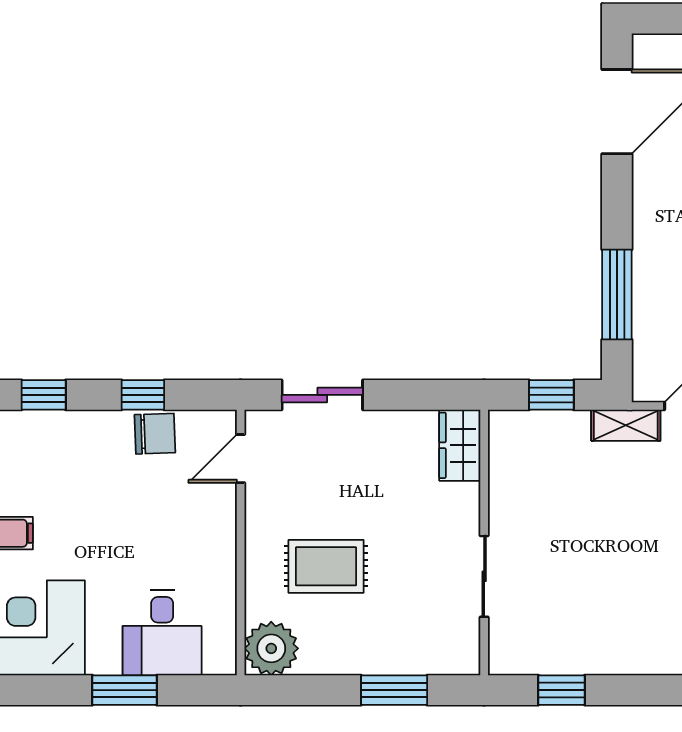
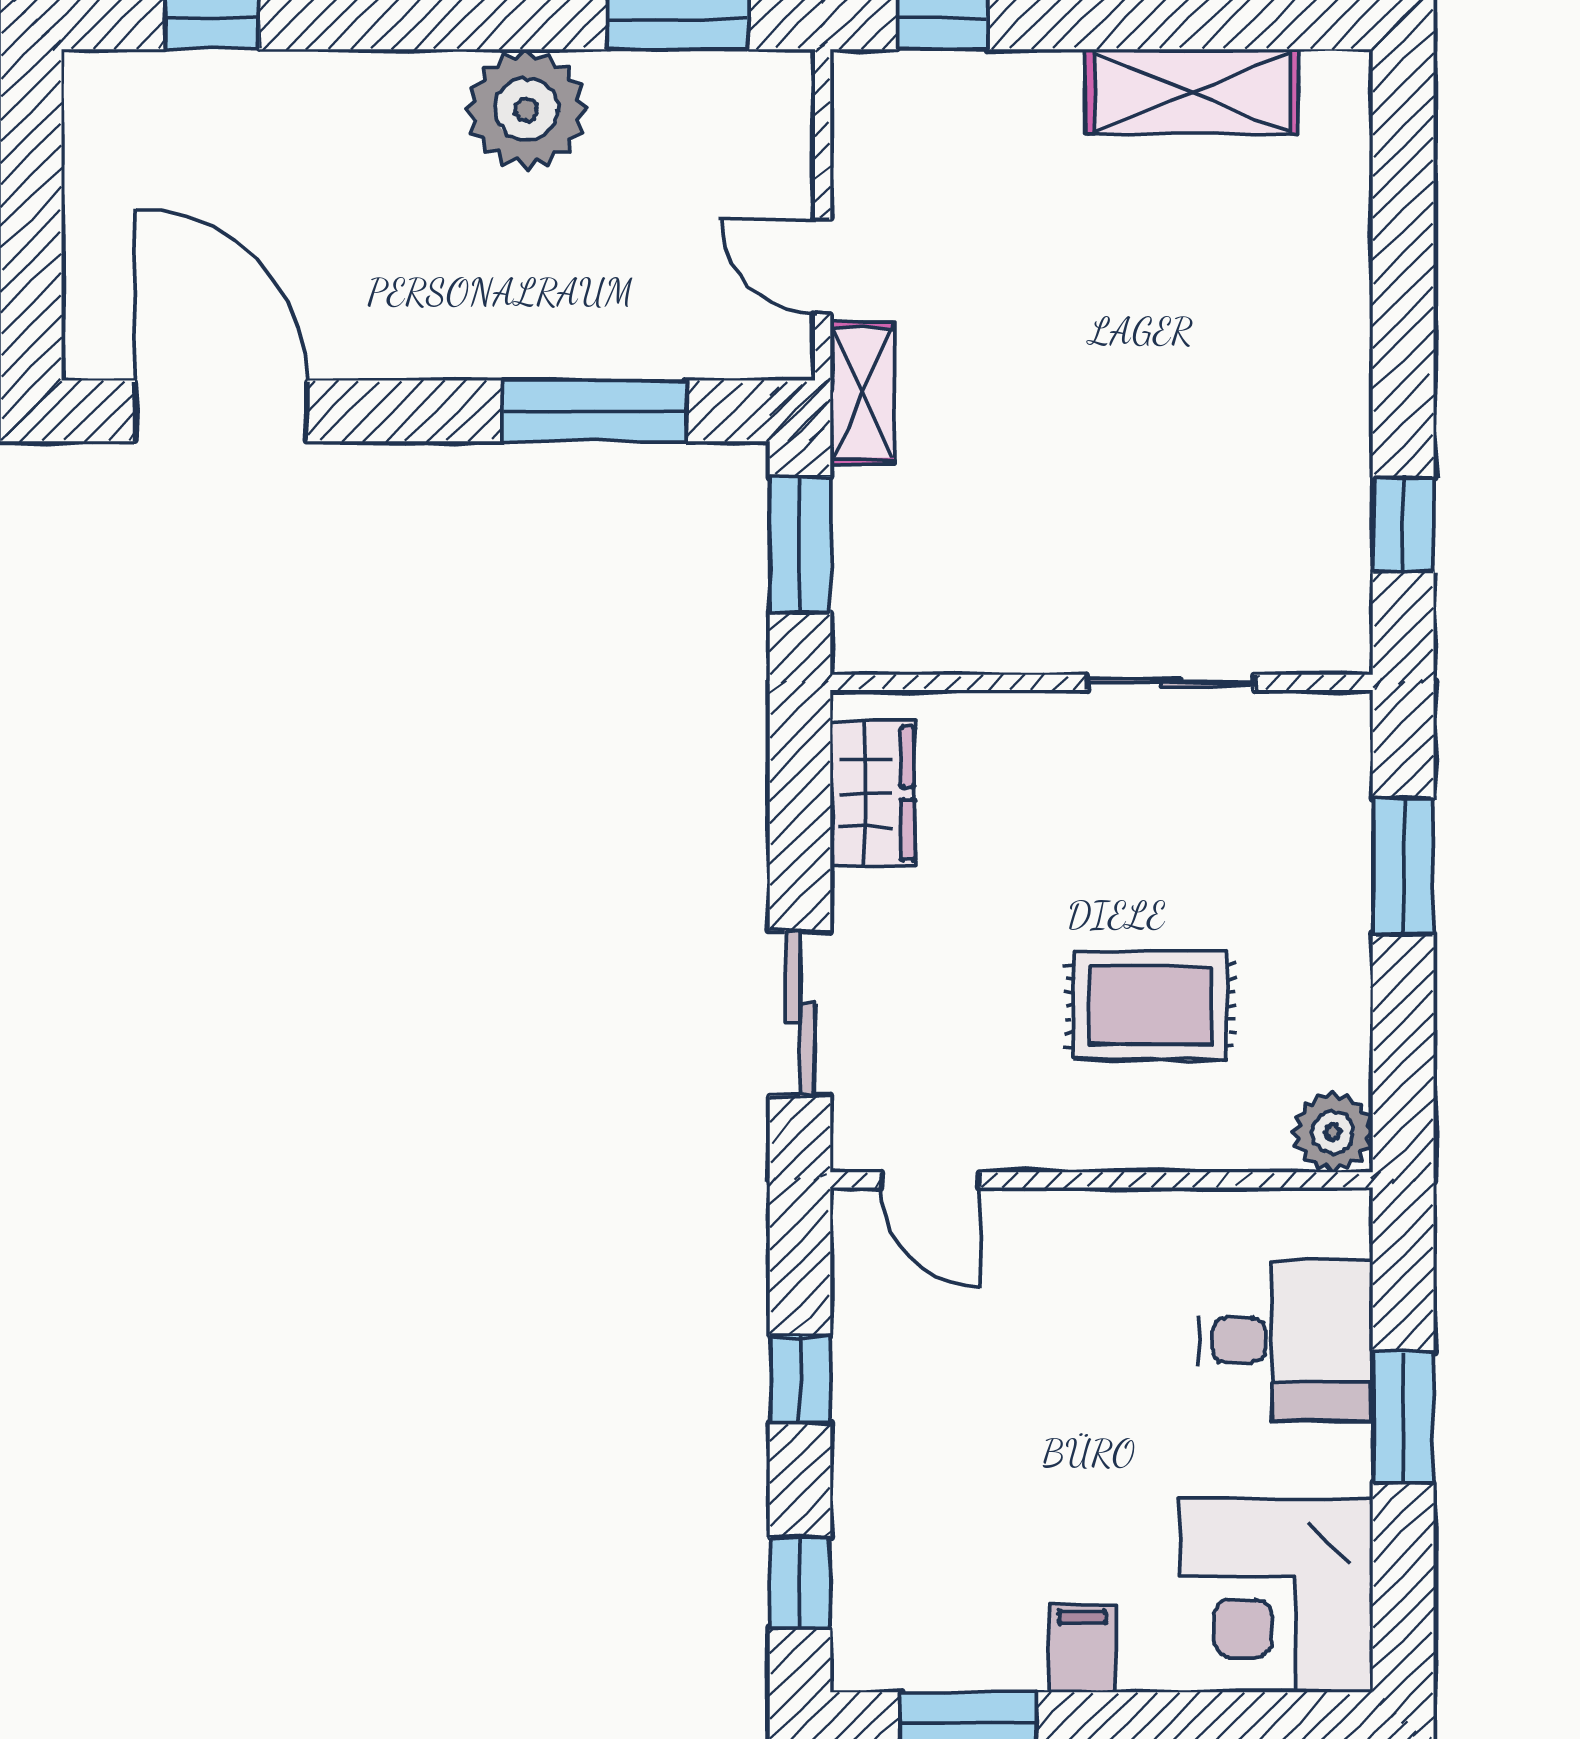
window: (551, 395) -> (800, 545), width x1.50
chair: (155, 434) -> (879, 1355), removed
wardrobe: (460, 445) -> (872, 793), moved, turned -90
rug: (326, 566) -> (1150, 1005), turned 90
plant: (271, 648) -> (1333, 1132), width x0.73, depth x0.73

